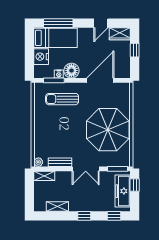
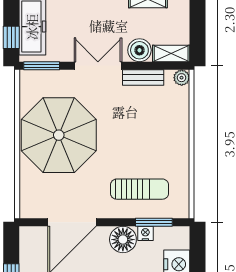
boiler: (62, 178) -> (139, 50), added

